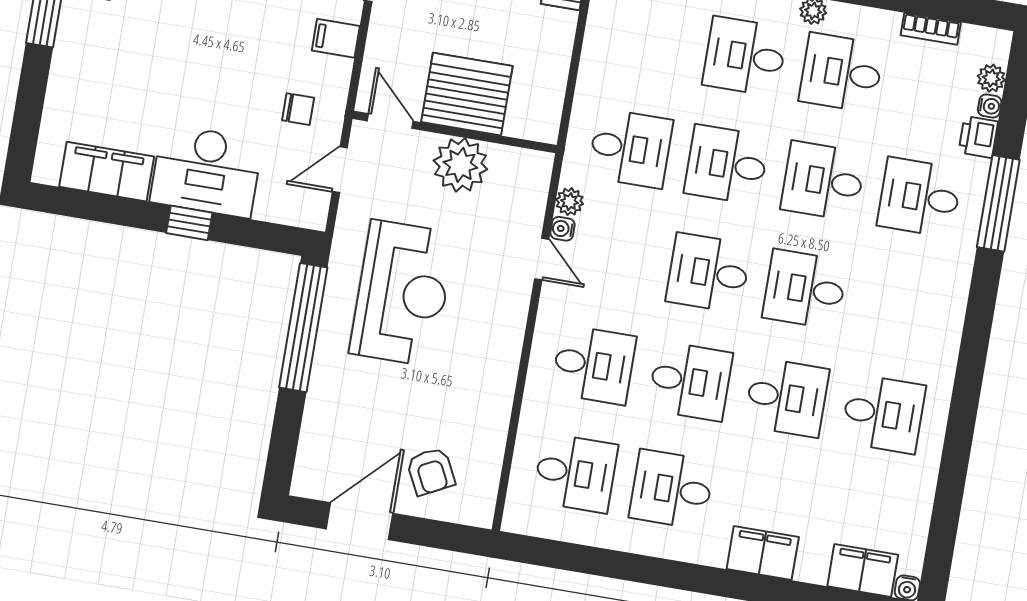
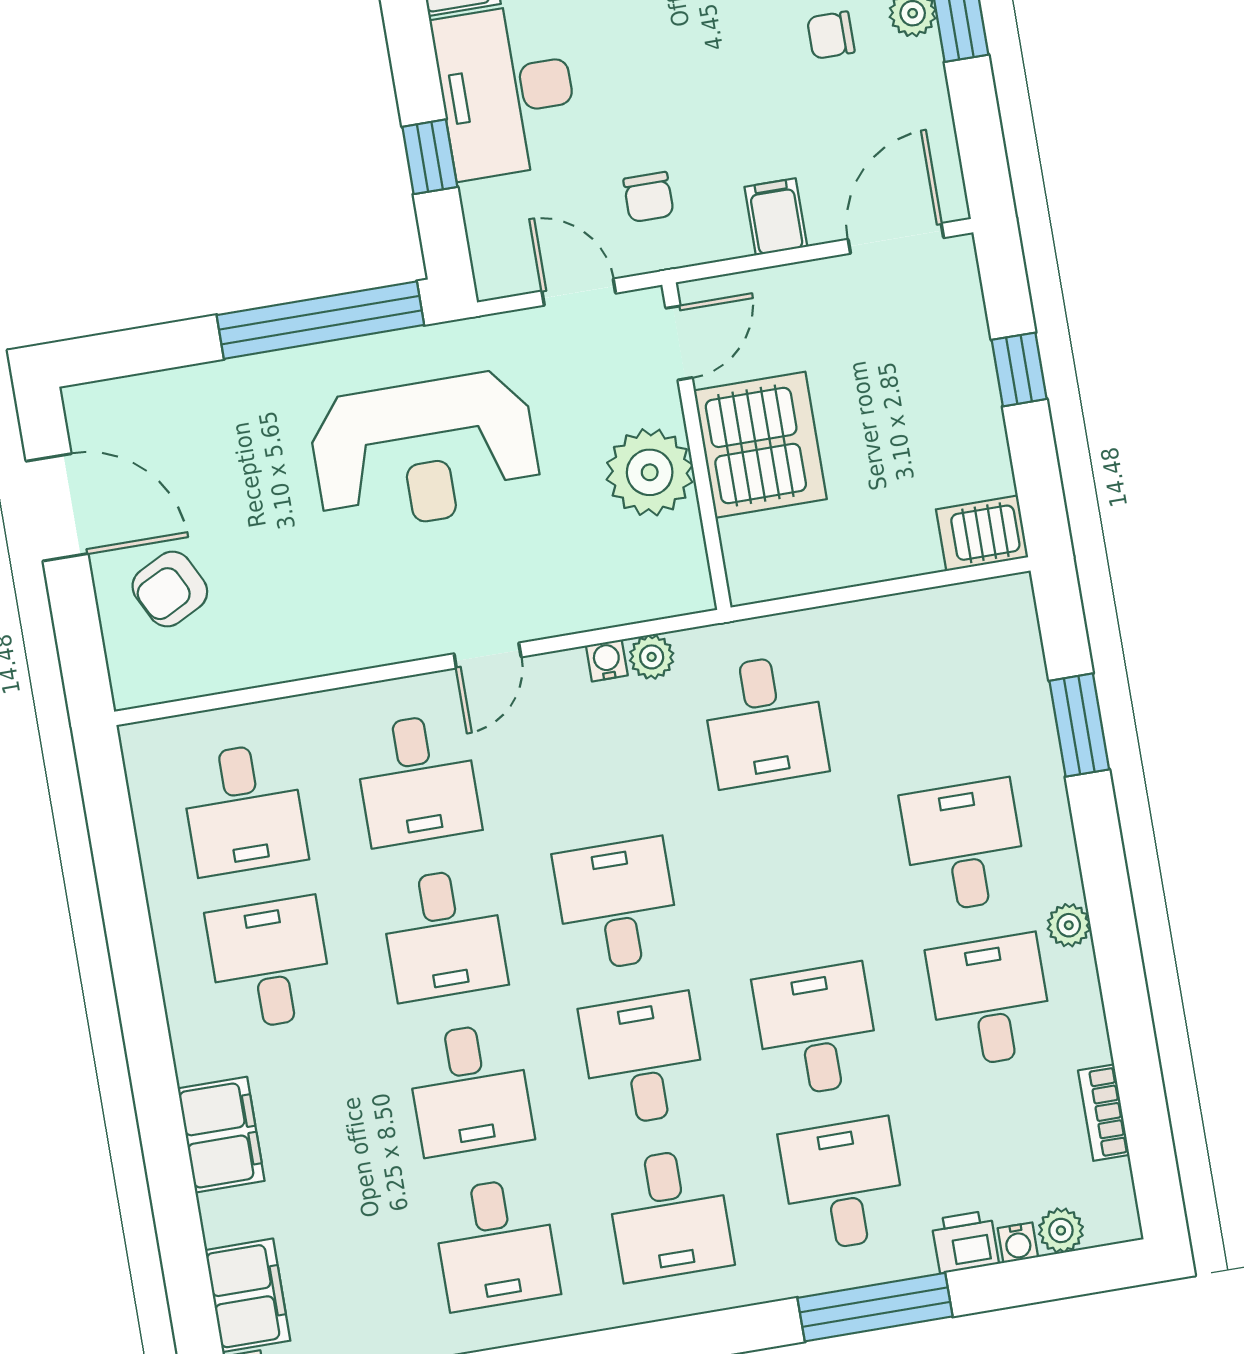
desk: (727, 165) -> (669, 1214), moved, turned 180
window: (189, 223) -> (430, 157), moved
door: (542, 259) -> (488, 655), moved

